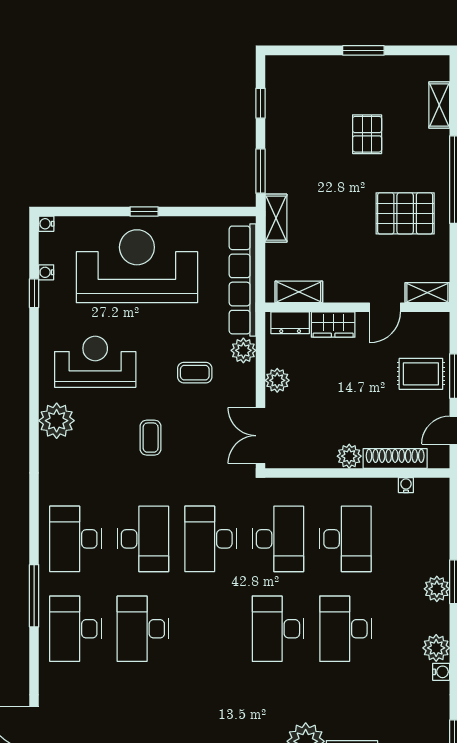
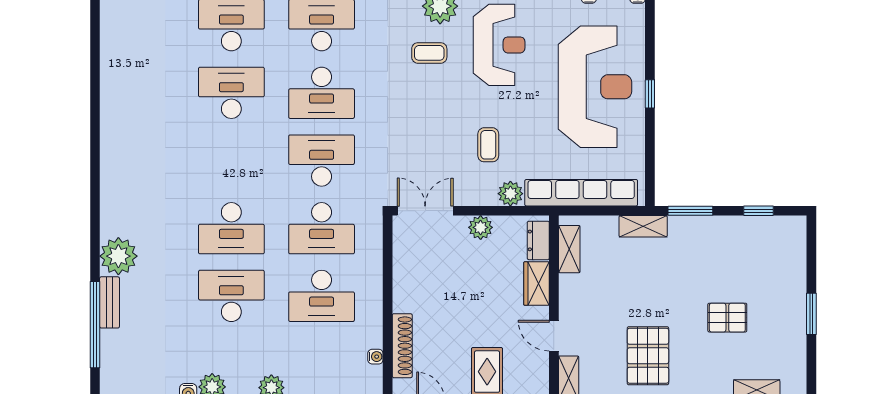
coffee table: (151, 438) -> (429, 53), moved
plant: (349, 456) -> (404, 300), removed
desk: (278, 629) -> (231, 228), turned 180

